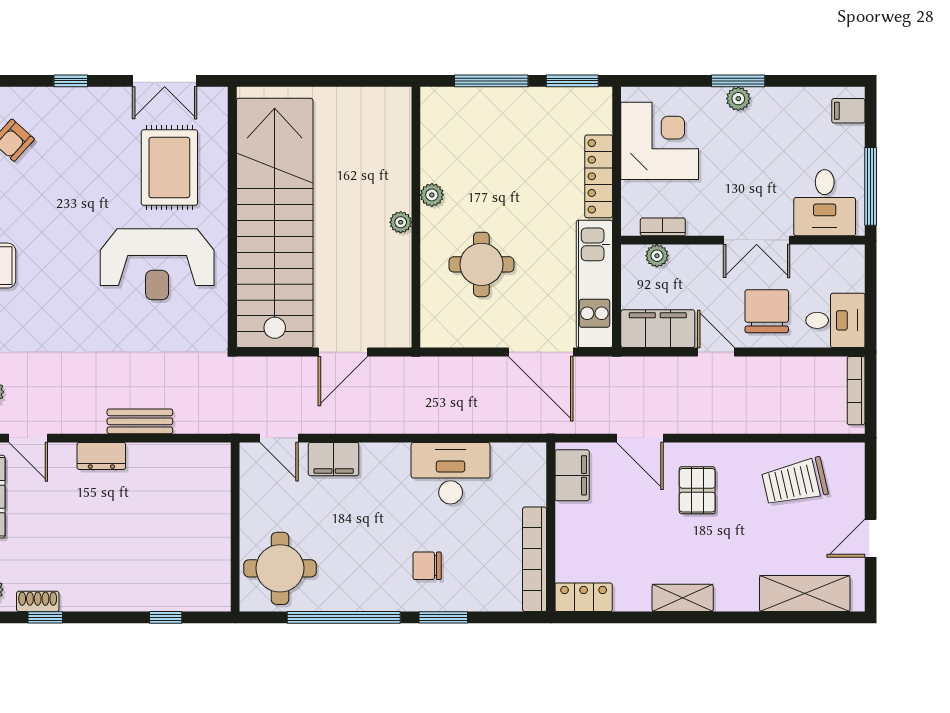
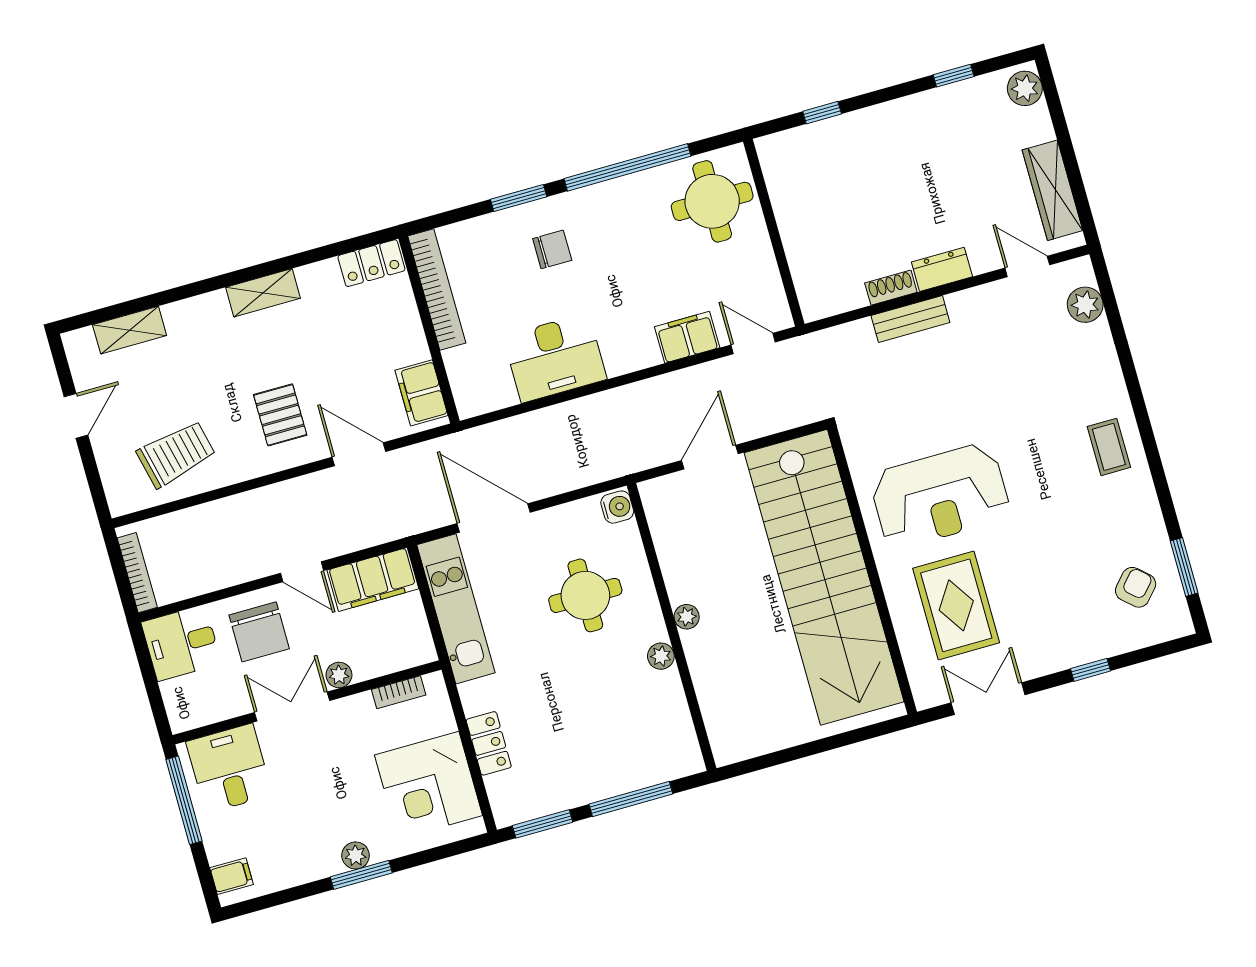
locker: (599, 176) -> (489, 743), width x0.66
plant: (657, 256) -> (339, 675), moved
reception desk: (157, 264) -> (940, 496), turned 180
water cooler: (433, 332) -> (617, 507), added
shelving: (805, 594) -> (130, 330), width x0.67, depth x0.75
shoe rack: (38, 601) -> (891, 288), moved, turned 180

